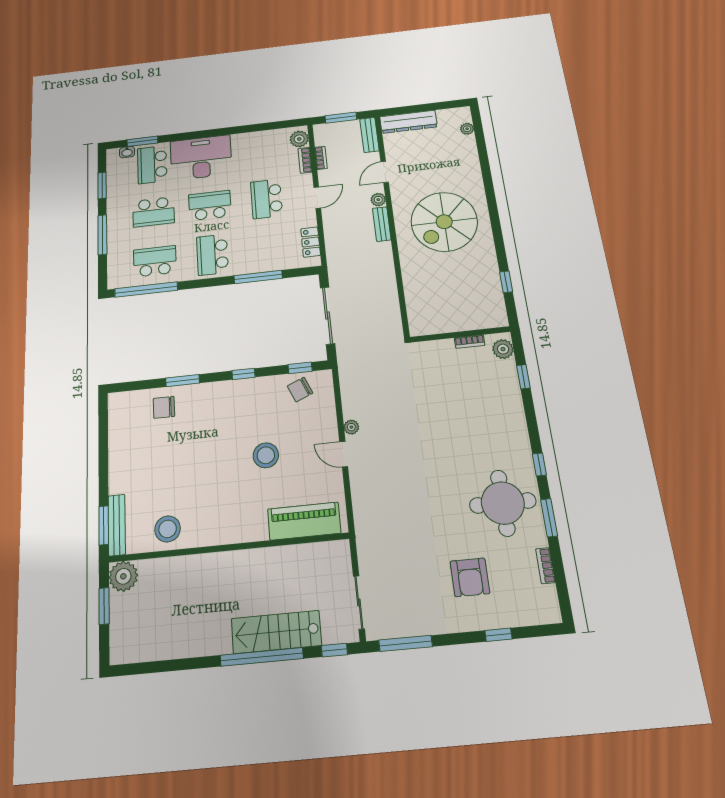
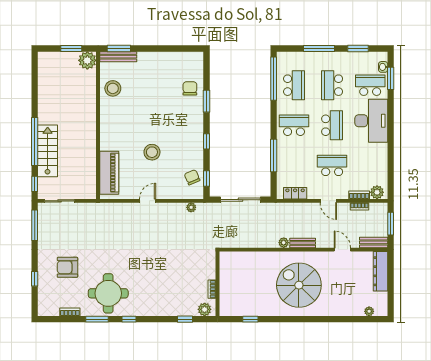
plant: (378, 200) -> (284, 243), moved
plant: (351, 427) -> (191, 207), moved

